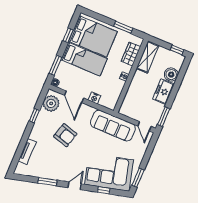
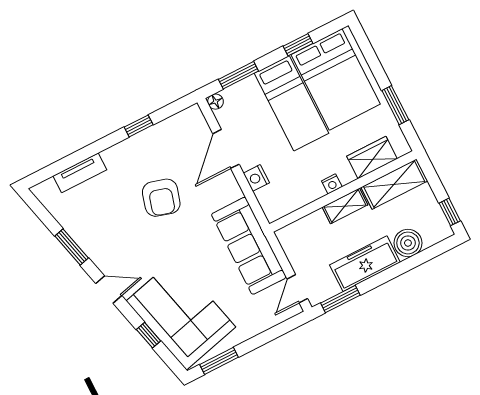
shelving: (136, 81) -> (345, 206), added
freezer: (163, 92) -> (365, 264), width x1.40
plant: (51, 103) -> (181, 129), removed

